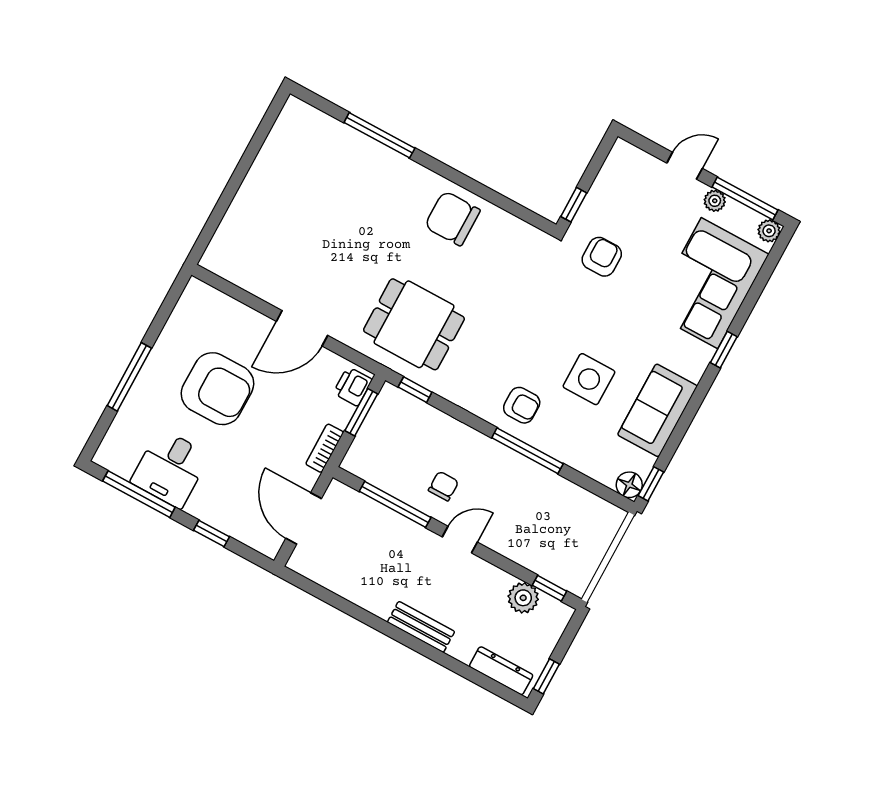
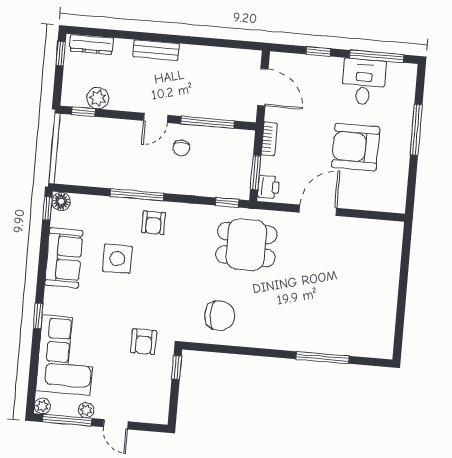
door: (685, 166) -> (116, 424), hinge flipped
chair: (452, 218) -> (220, 316), moved
armchair: (522, 405) -> (153, 223), turned -90

